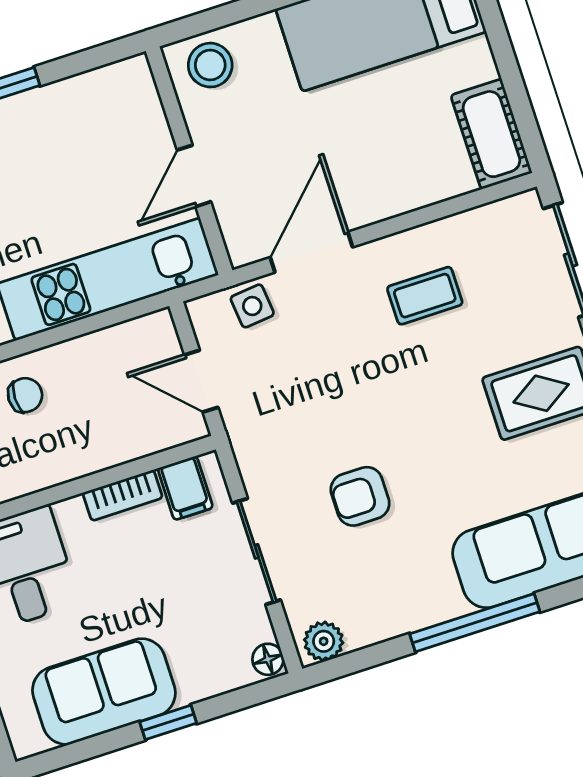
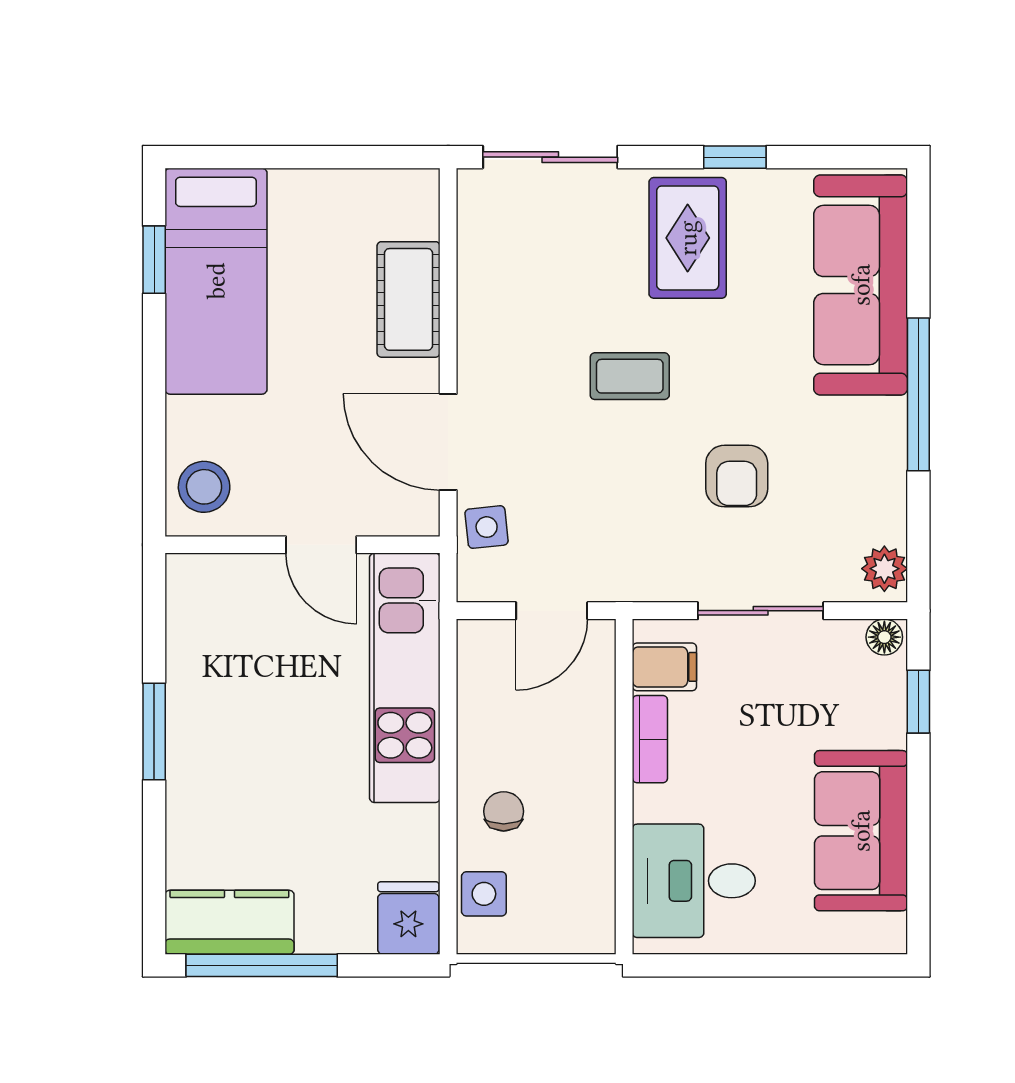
cot: (491, 134) -> (409, 299), moved, turned 90
coffee table: (425, 296) -> (630, 376), moved, turned 90
window: (168, 722) -> (918, 702), moved

